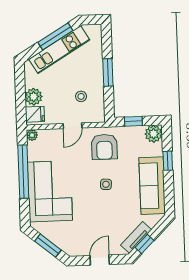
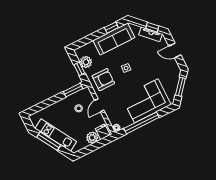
window: (108, 72) -> (73, 90), moved
door: (72, 126) -> (99, 105), swing flipped
plant: (154, 134) -> (86, 62), moved
window: (168, 161) -> (111, 28), moved

